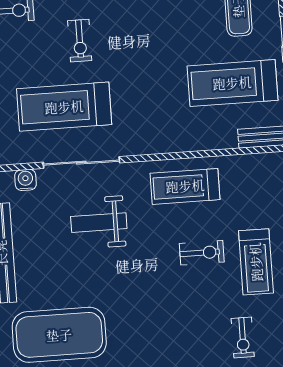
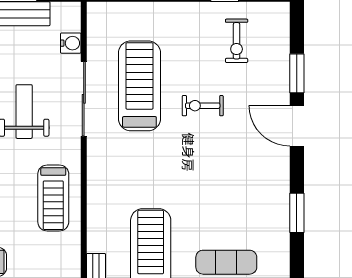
treadmill: (185, 186) -> (53, 198), turned 180

